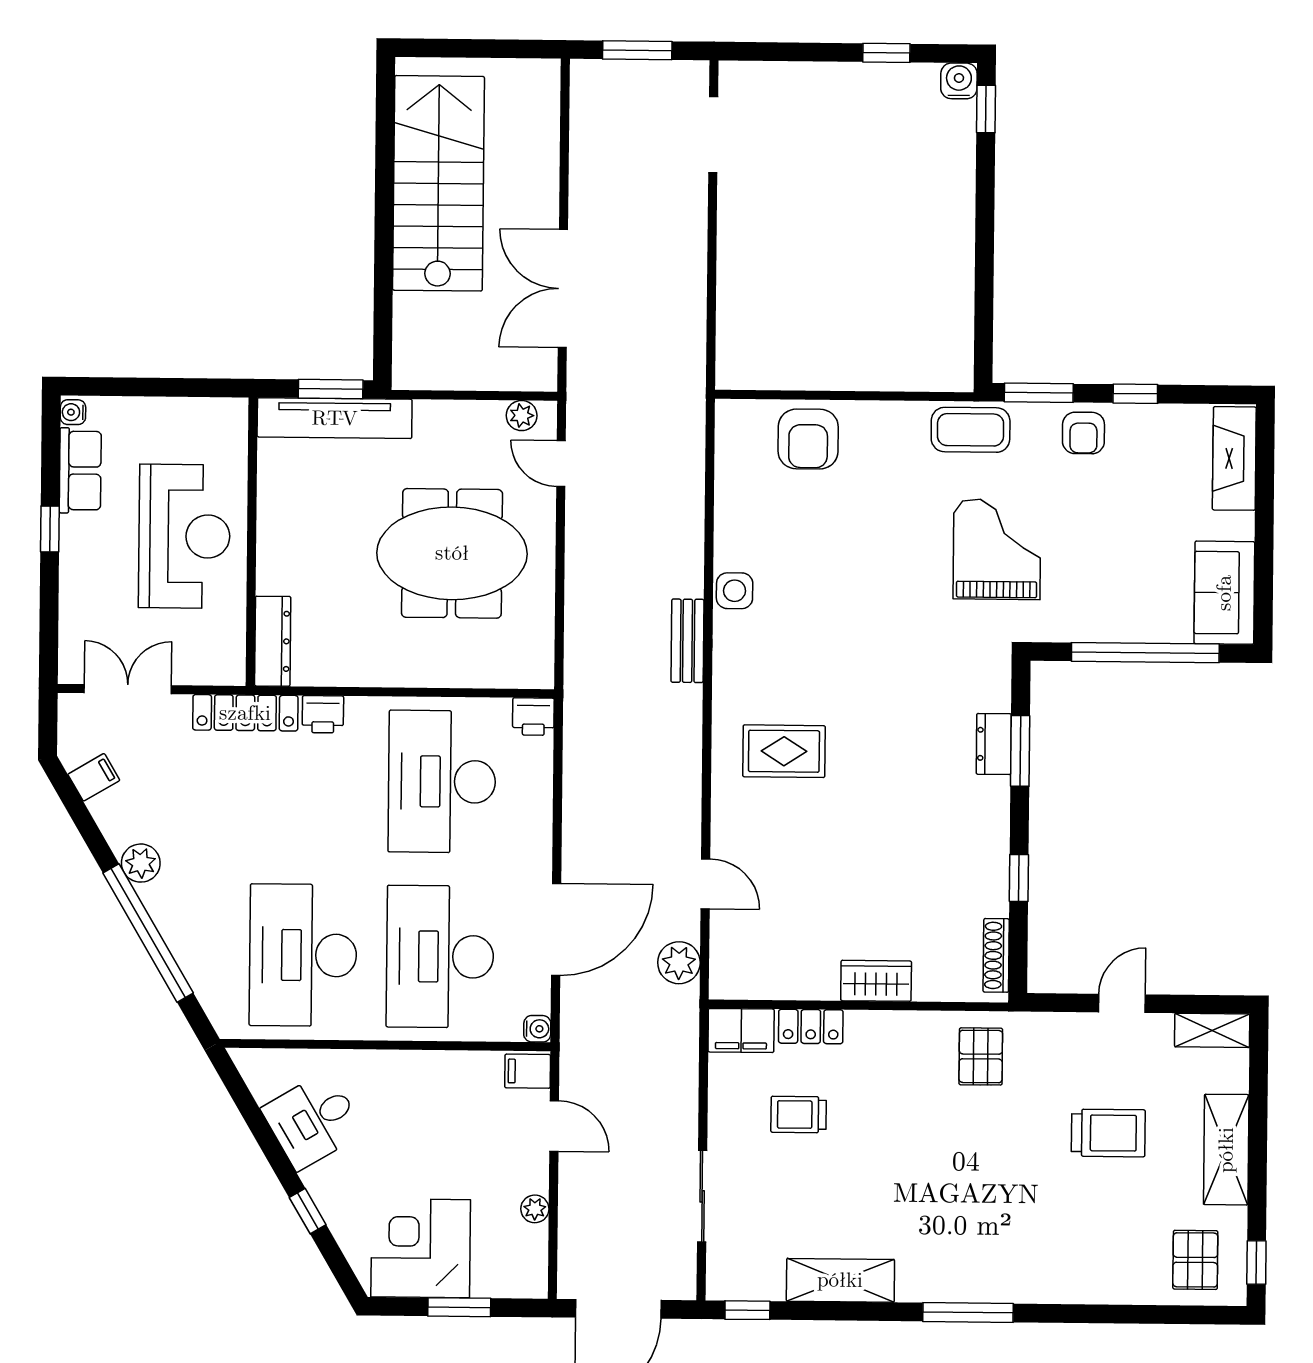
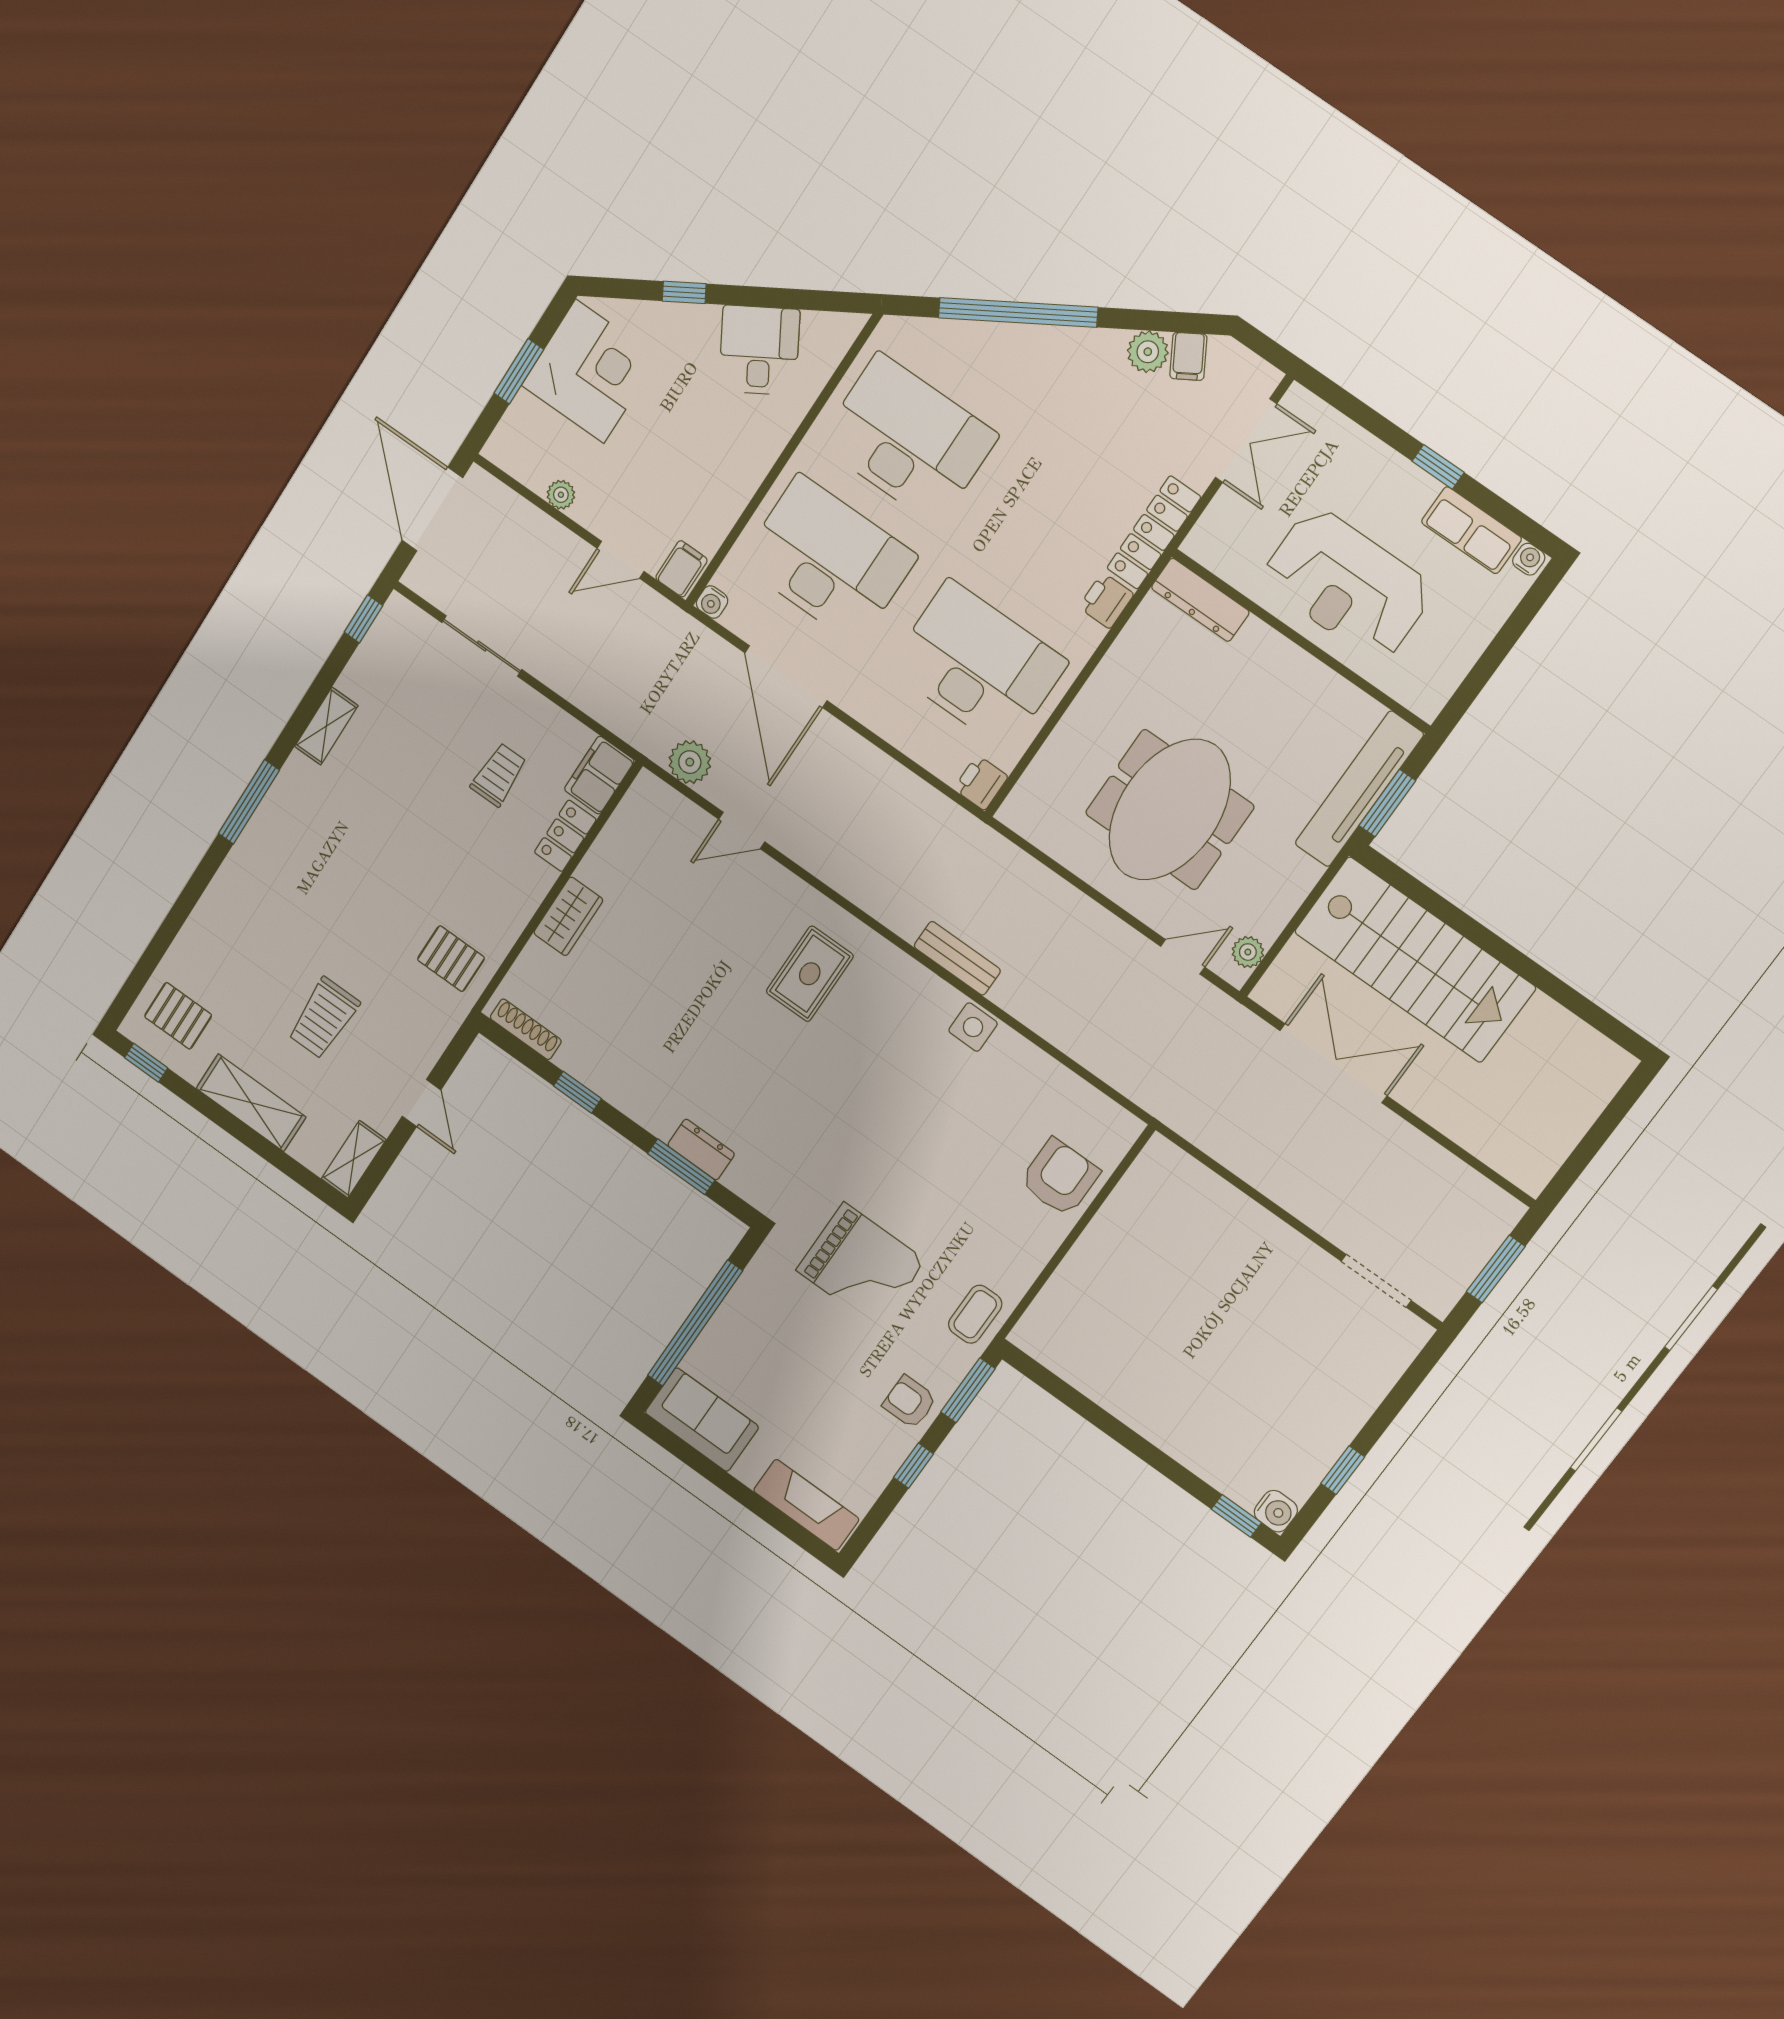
stairs: (438, 183) -> (1415, 960), moved
coffee table: (971, 430) -> (975, 1314), width x0.73, depth x0.77
armchair: (808, 439) -> (1060, 1177), turned 90
plant: (141, 863) -> (1148, 352), moved
shelving: (840, 1280) -> (326, 726), width x0.67, depth x0.75

